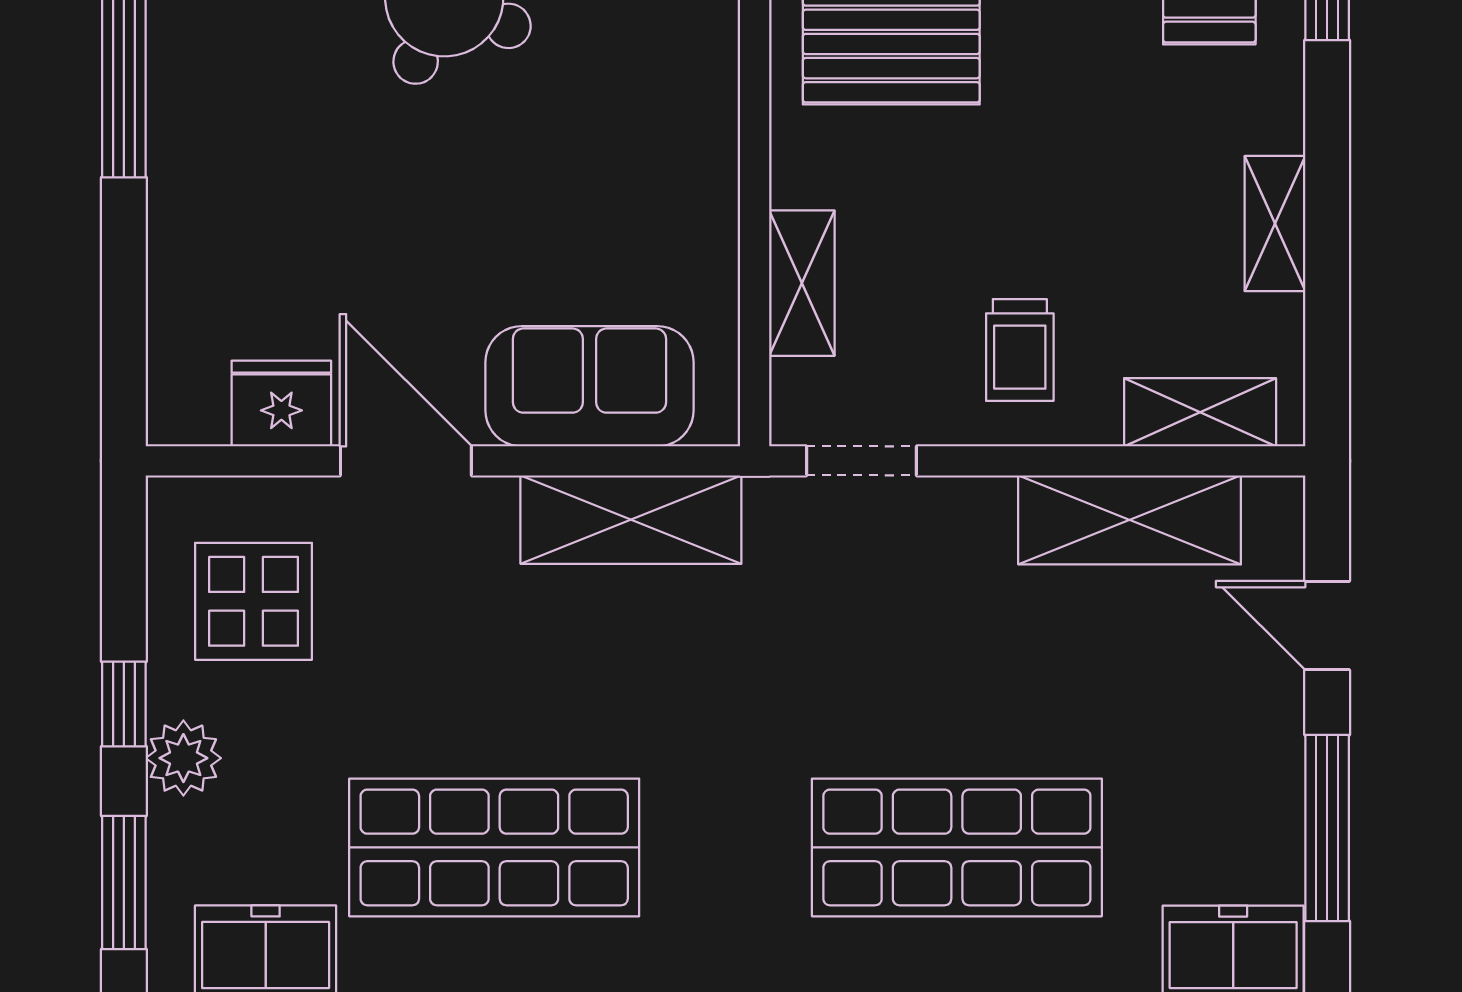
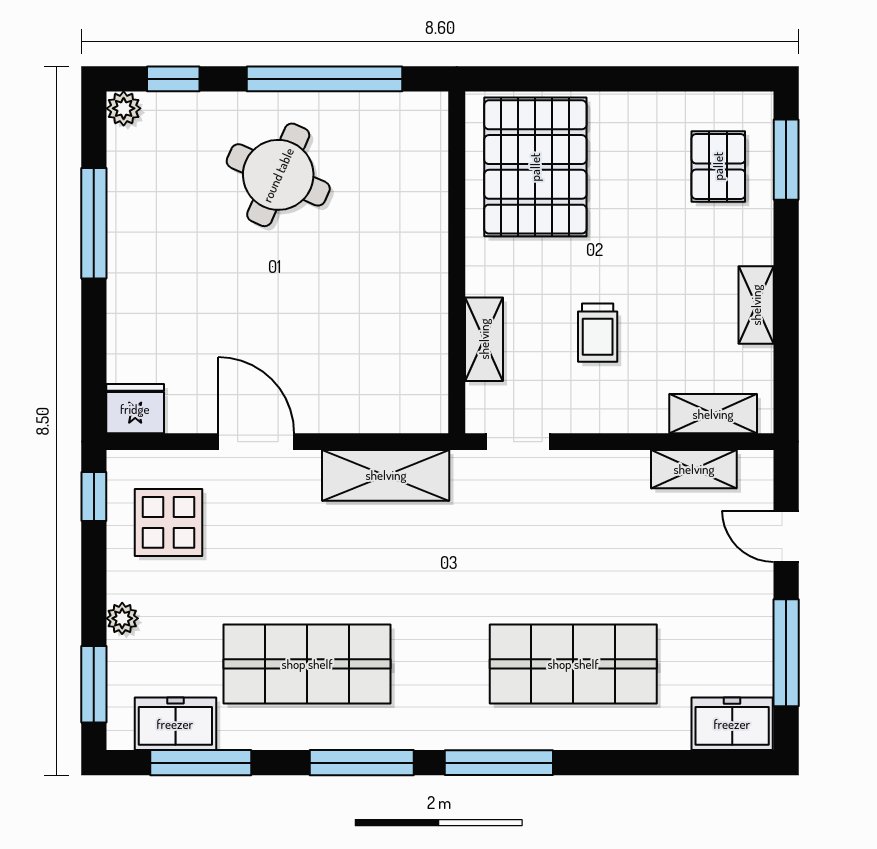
trolley: (1020, 350) -> (598, 333), moved
sofa: (589, 386) -> (362, 399), removed
fridge: (281, 404) -> (135, 409), moved
shelving: (1130, 520) -> (694, 469), width x0.67, depth x0.75
window: (124, 704) -> (94, 497), moved
plant: (183, 758) -> (122, 618), width x0.73, depth x0.73

